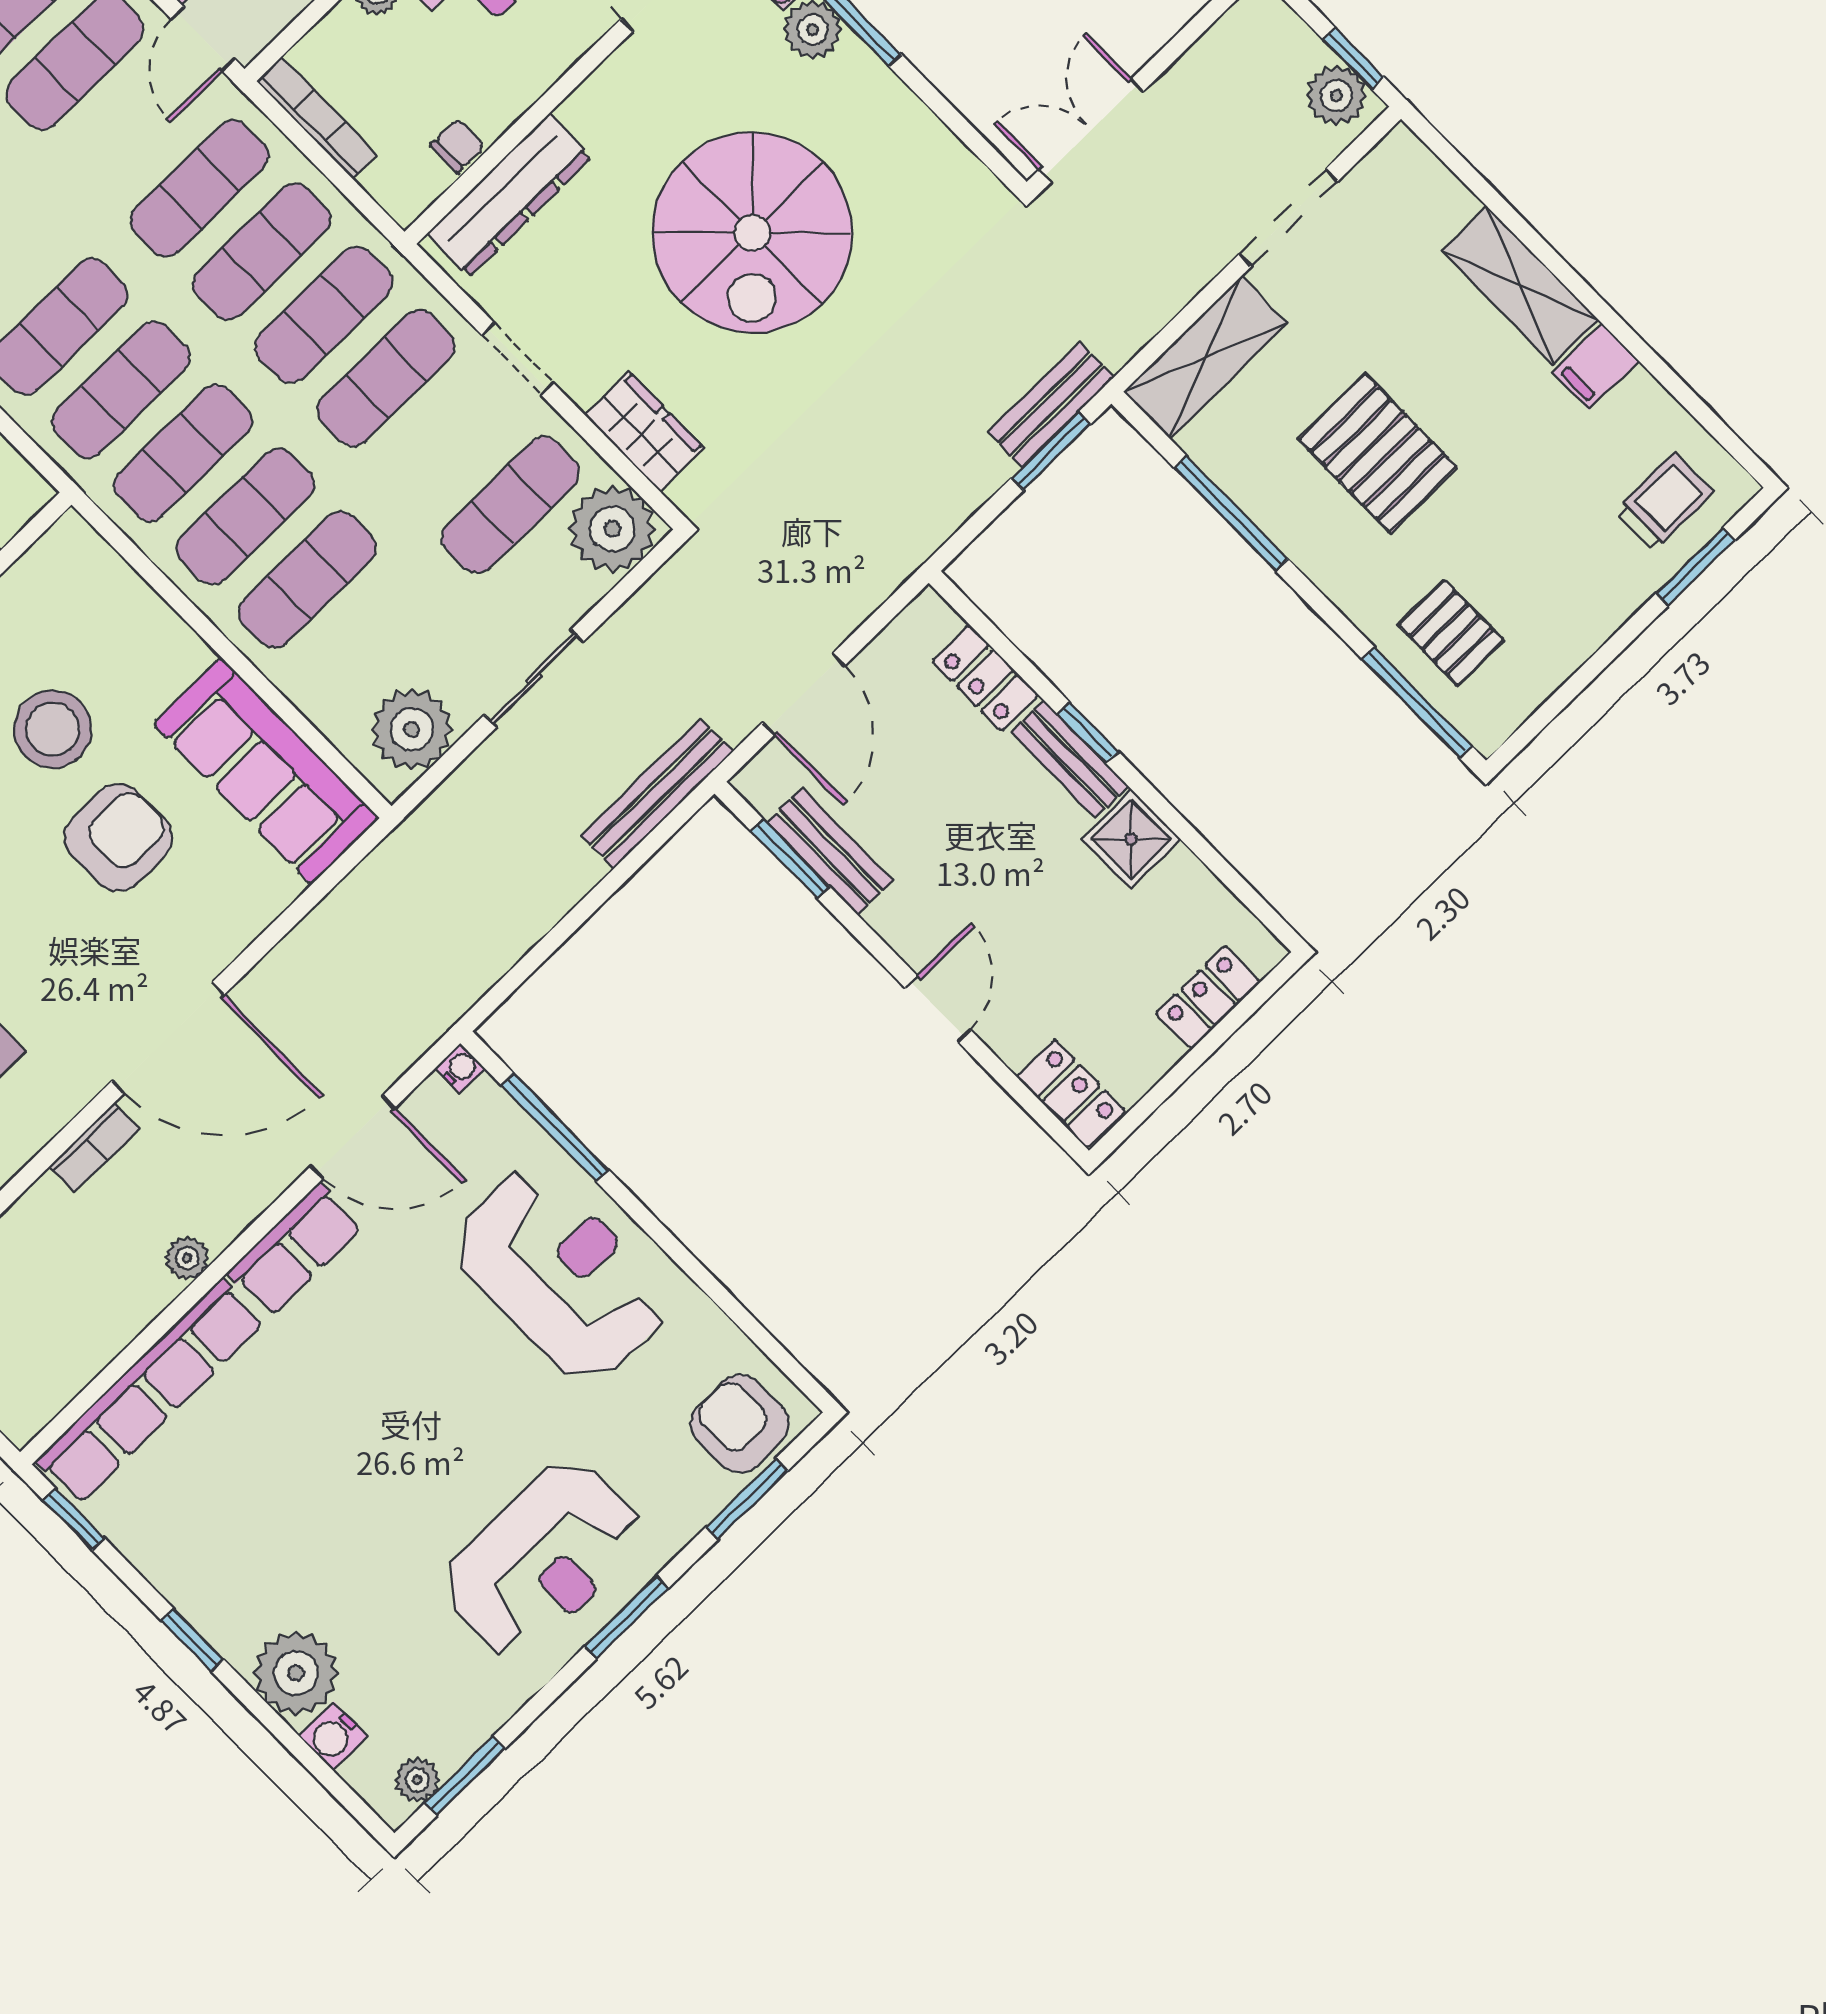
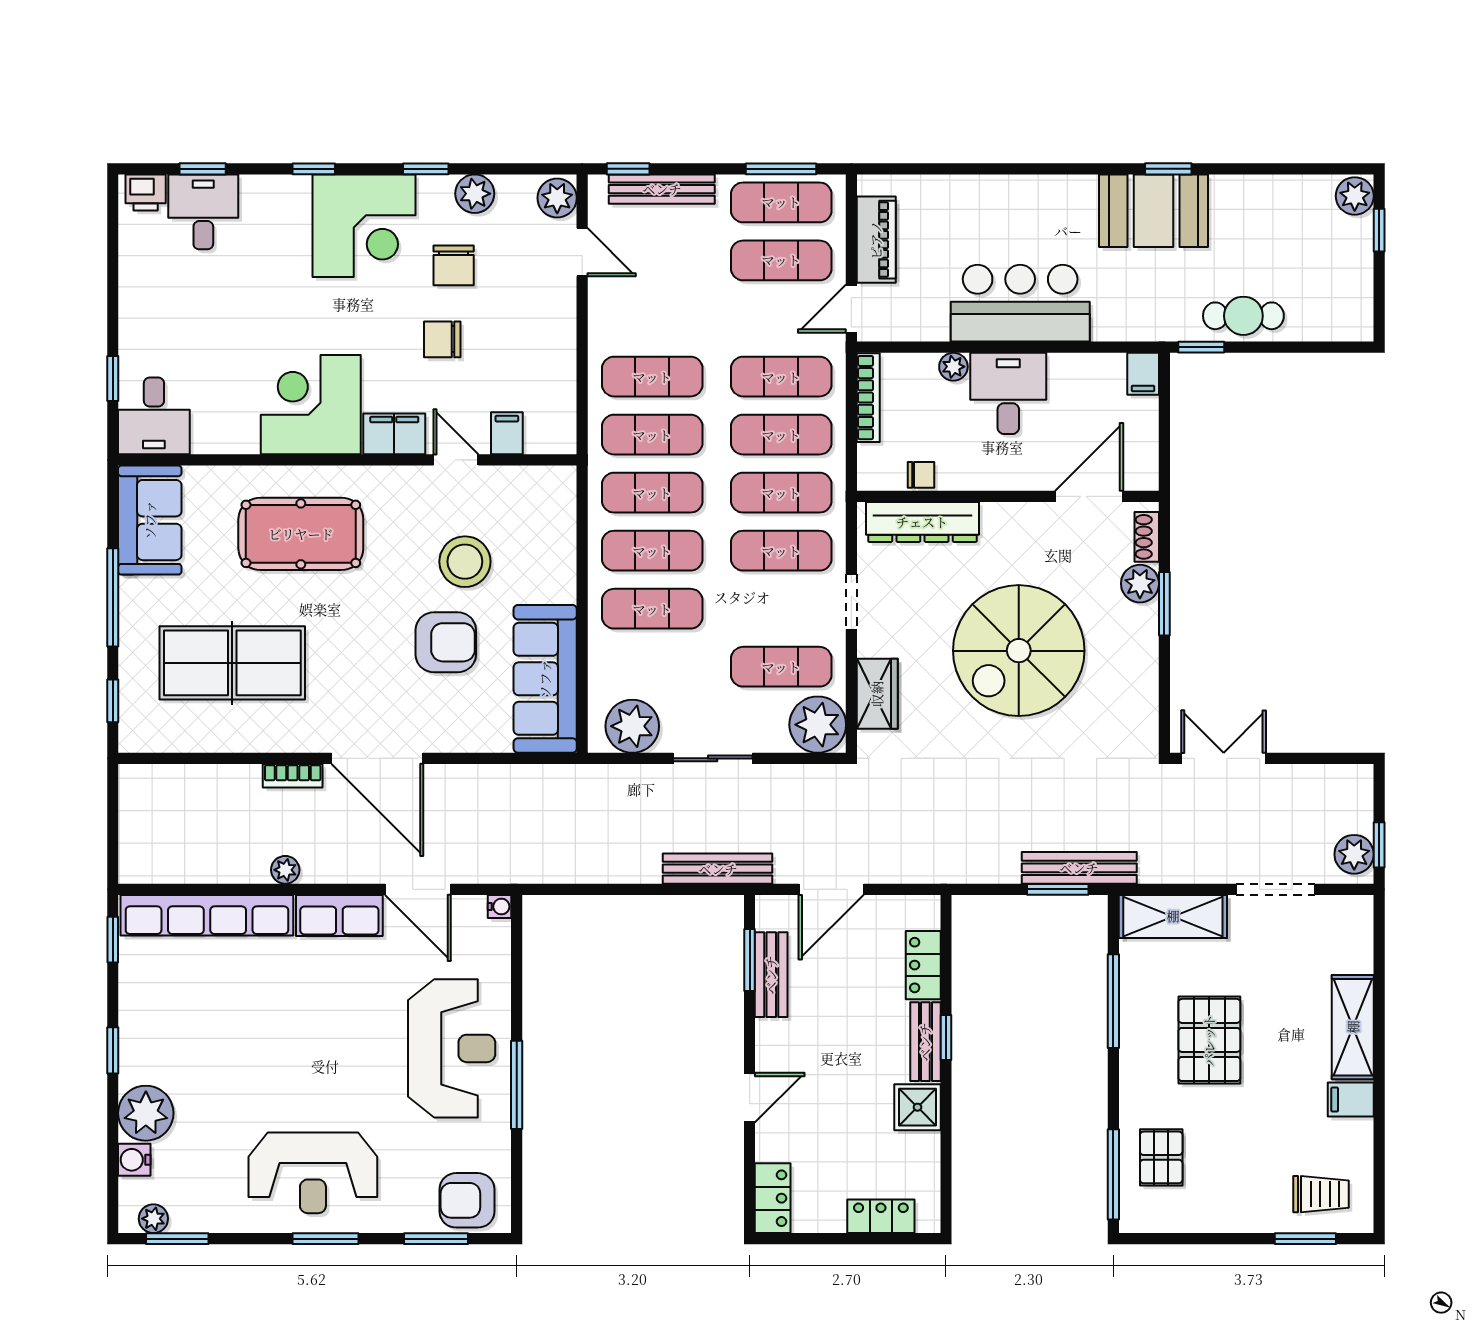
bench: (1051, 405) -> (1079, 868), width x1.36
window: (555, 1127) -> (517, 1085), moved
armchair: (740, 1424) -> (467, 1200), turned -90

